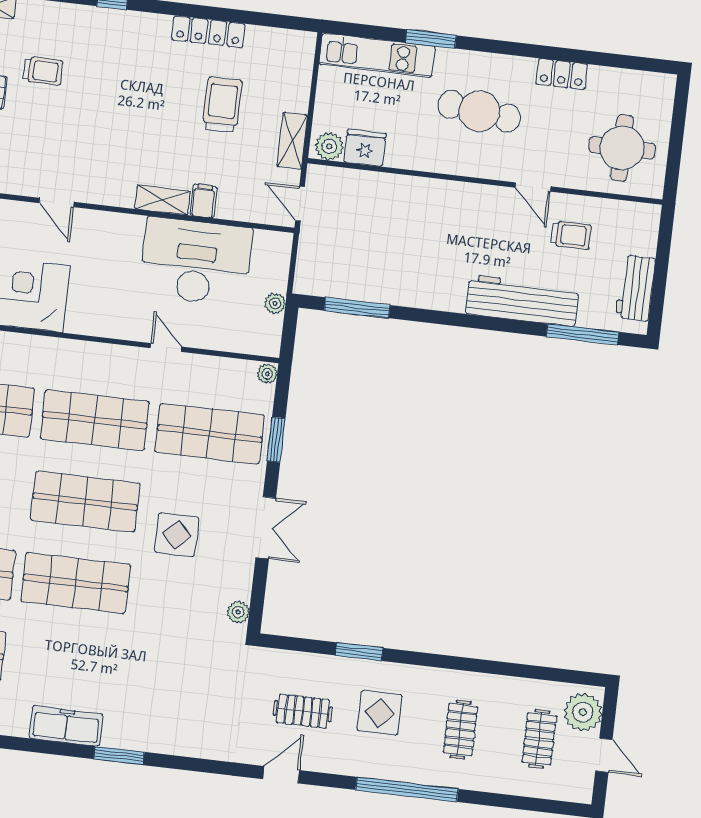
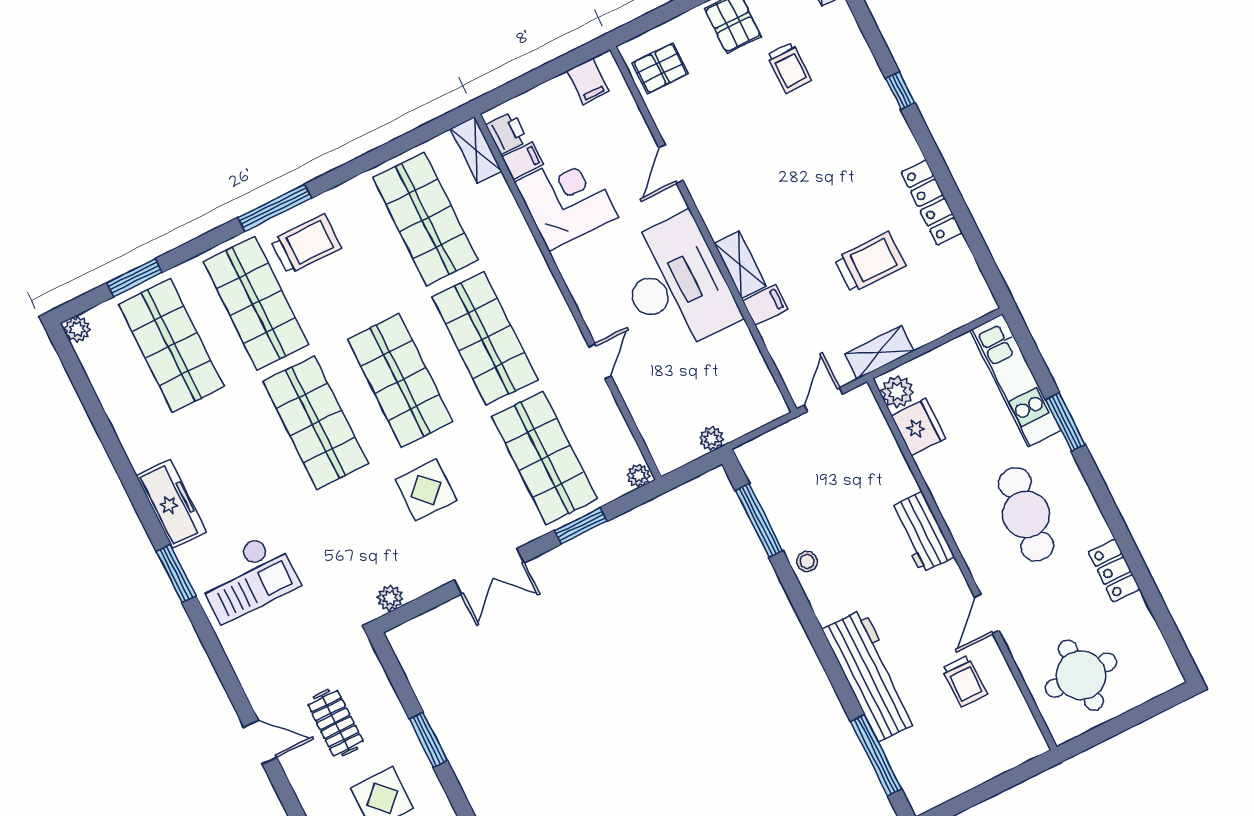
desk: (196, 262) -> (676, 284), moved
workbench: (636, 288) -> (922, 532), moved, turned -90
stool: (409, 292) -> (807, 561), added
checkout: (156, 706) -> (247, 578), added

